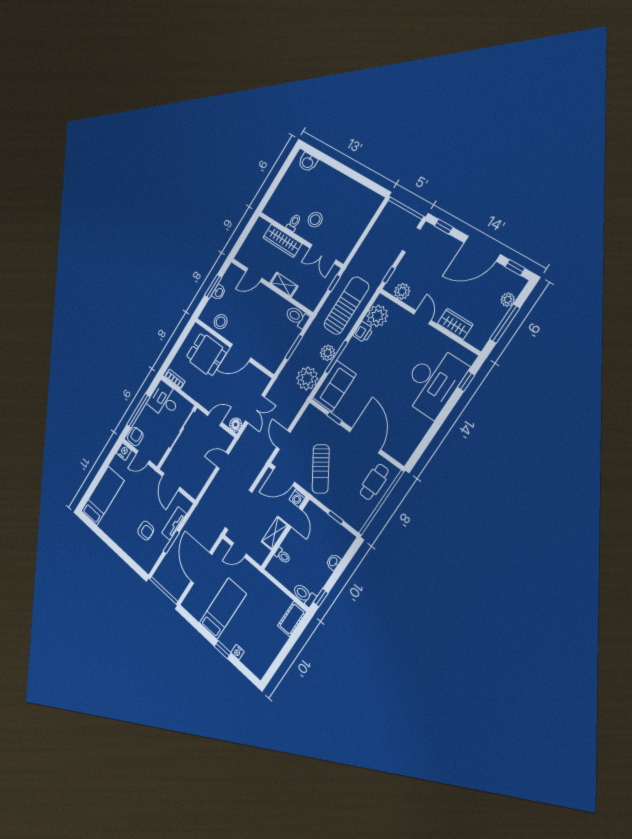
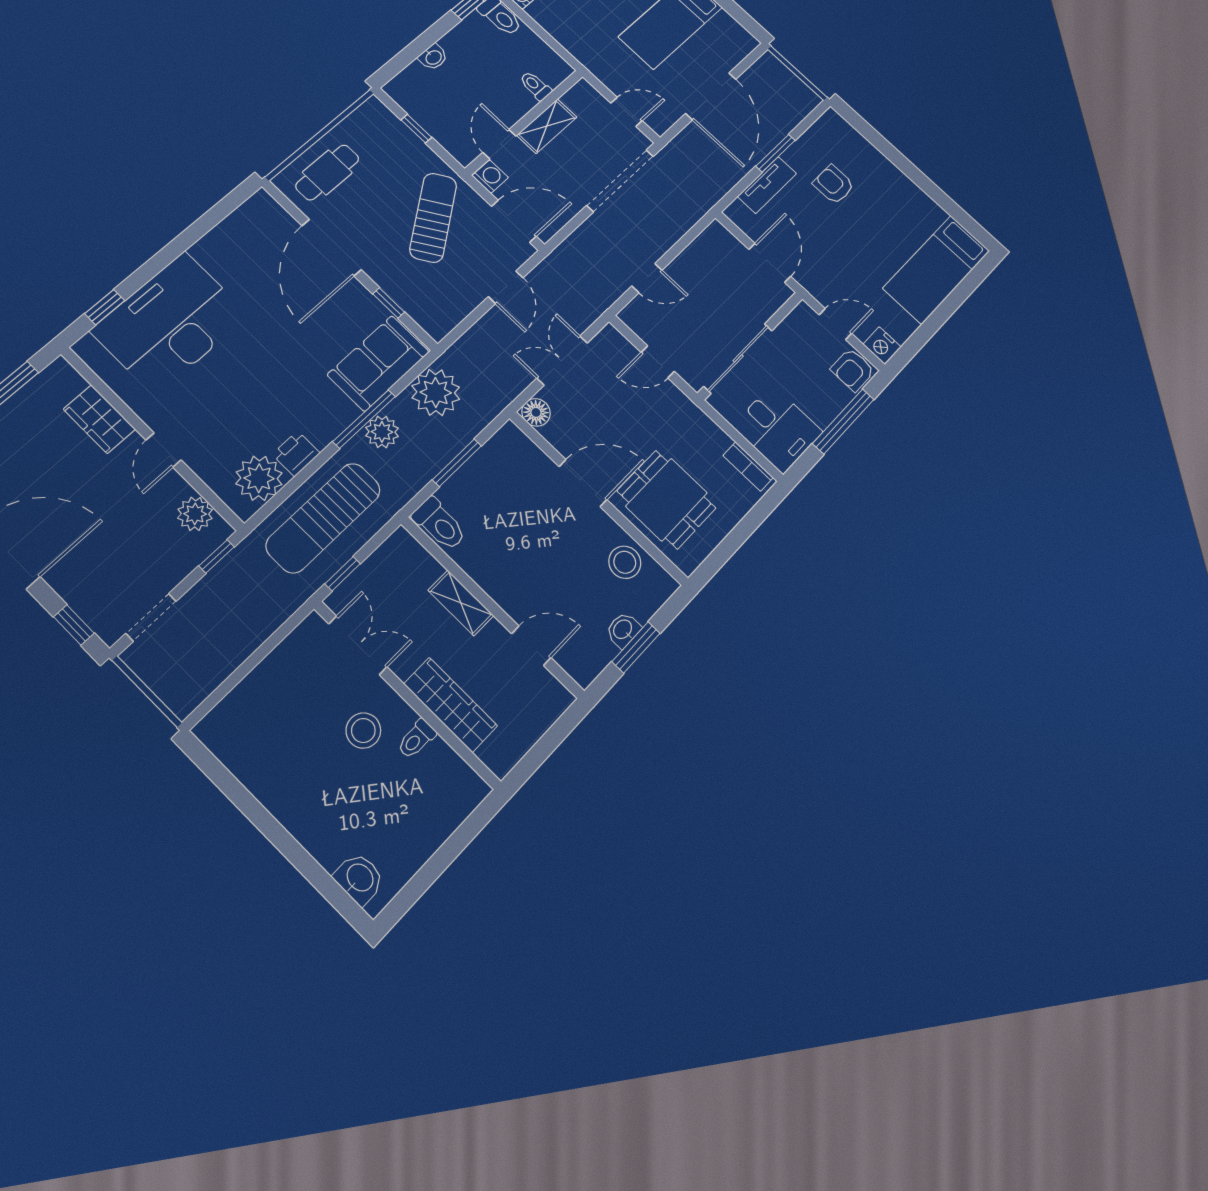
floor lamp: (236, 425) -> (536, 412), moved

